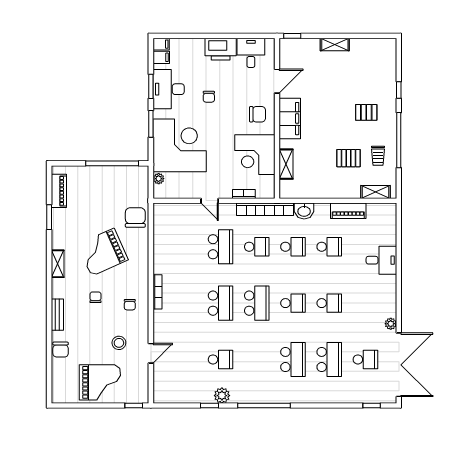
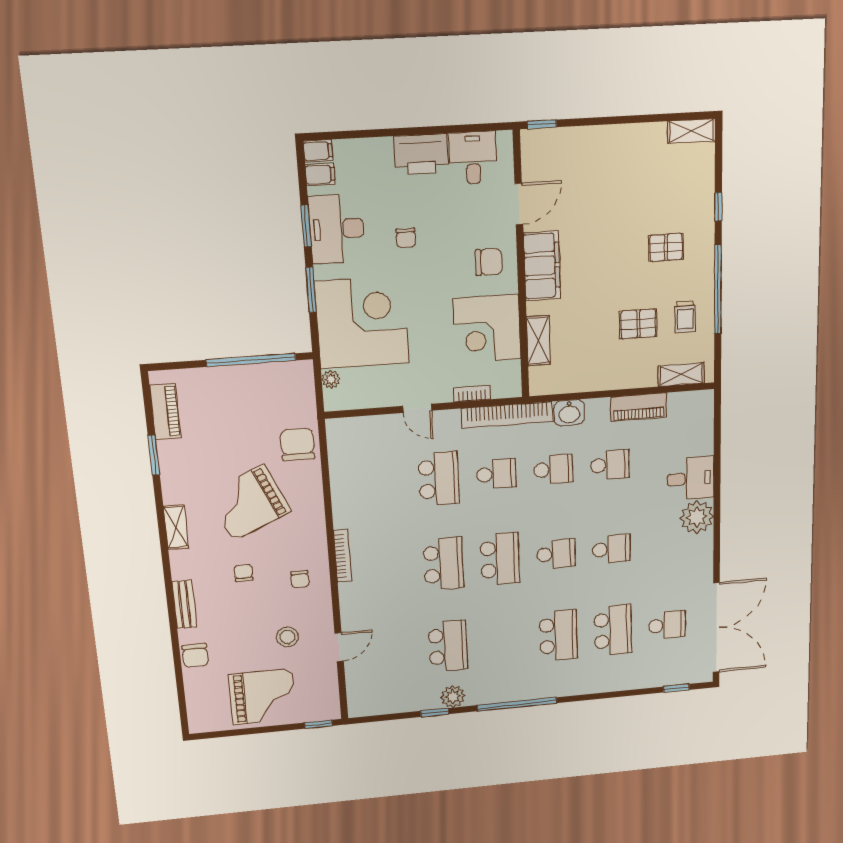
shelving: (335, 44) -> (692, 131), moved
plant: (391, 324) -> (697, 517), moved, width x1.87, depth x1.87
school desk: (220, 359) -> (448, 646), width x1.85

